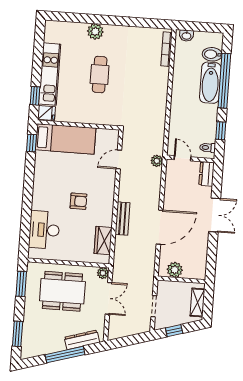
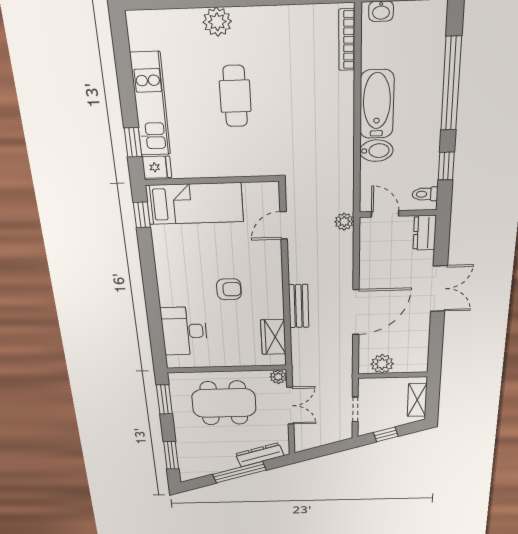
bidet: (212, 54) -> (376, 151), moved, turned 180
bathtub: (210, 83) -> (377, 104), moved, turned 180

